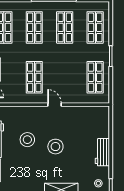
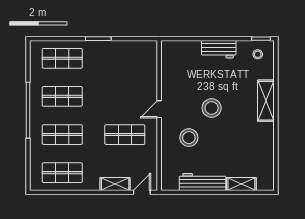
shop shelf: (95, 77) -> (125, 58), removed
stool: (27, 140) -> (189, 138), moved

